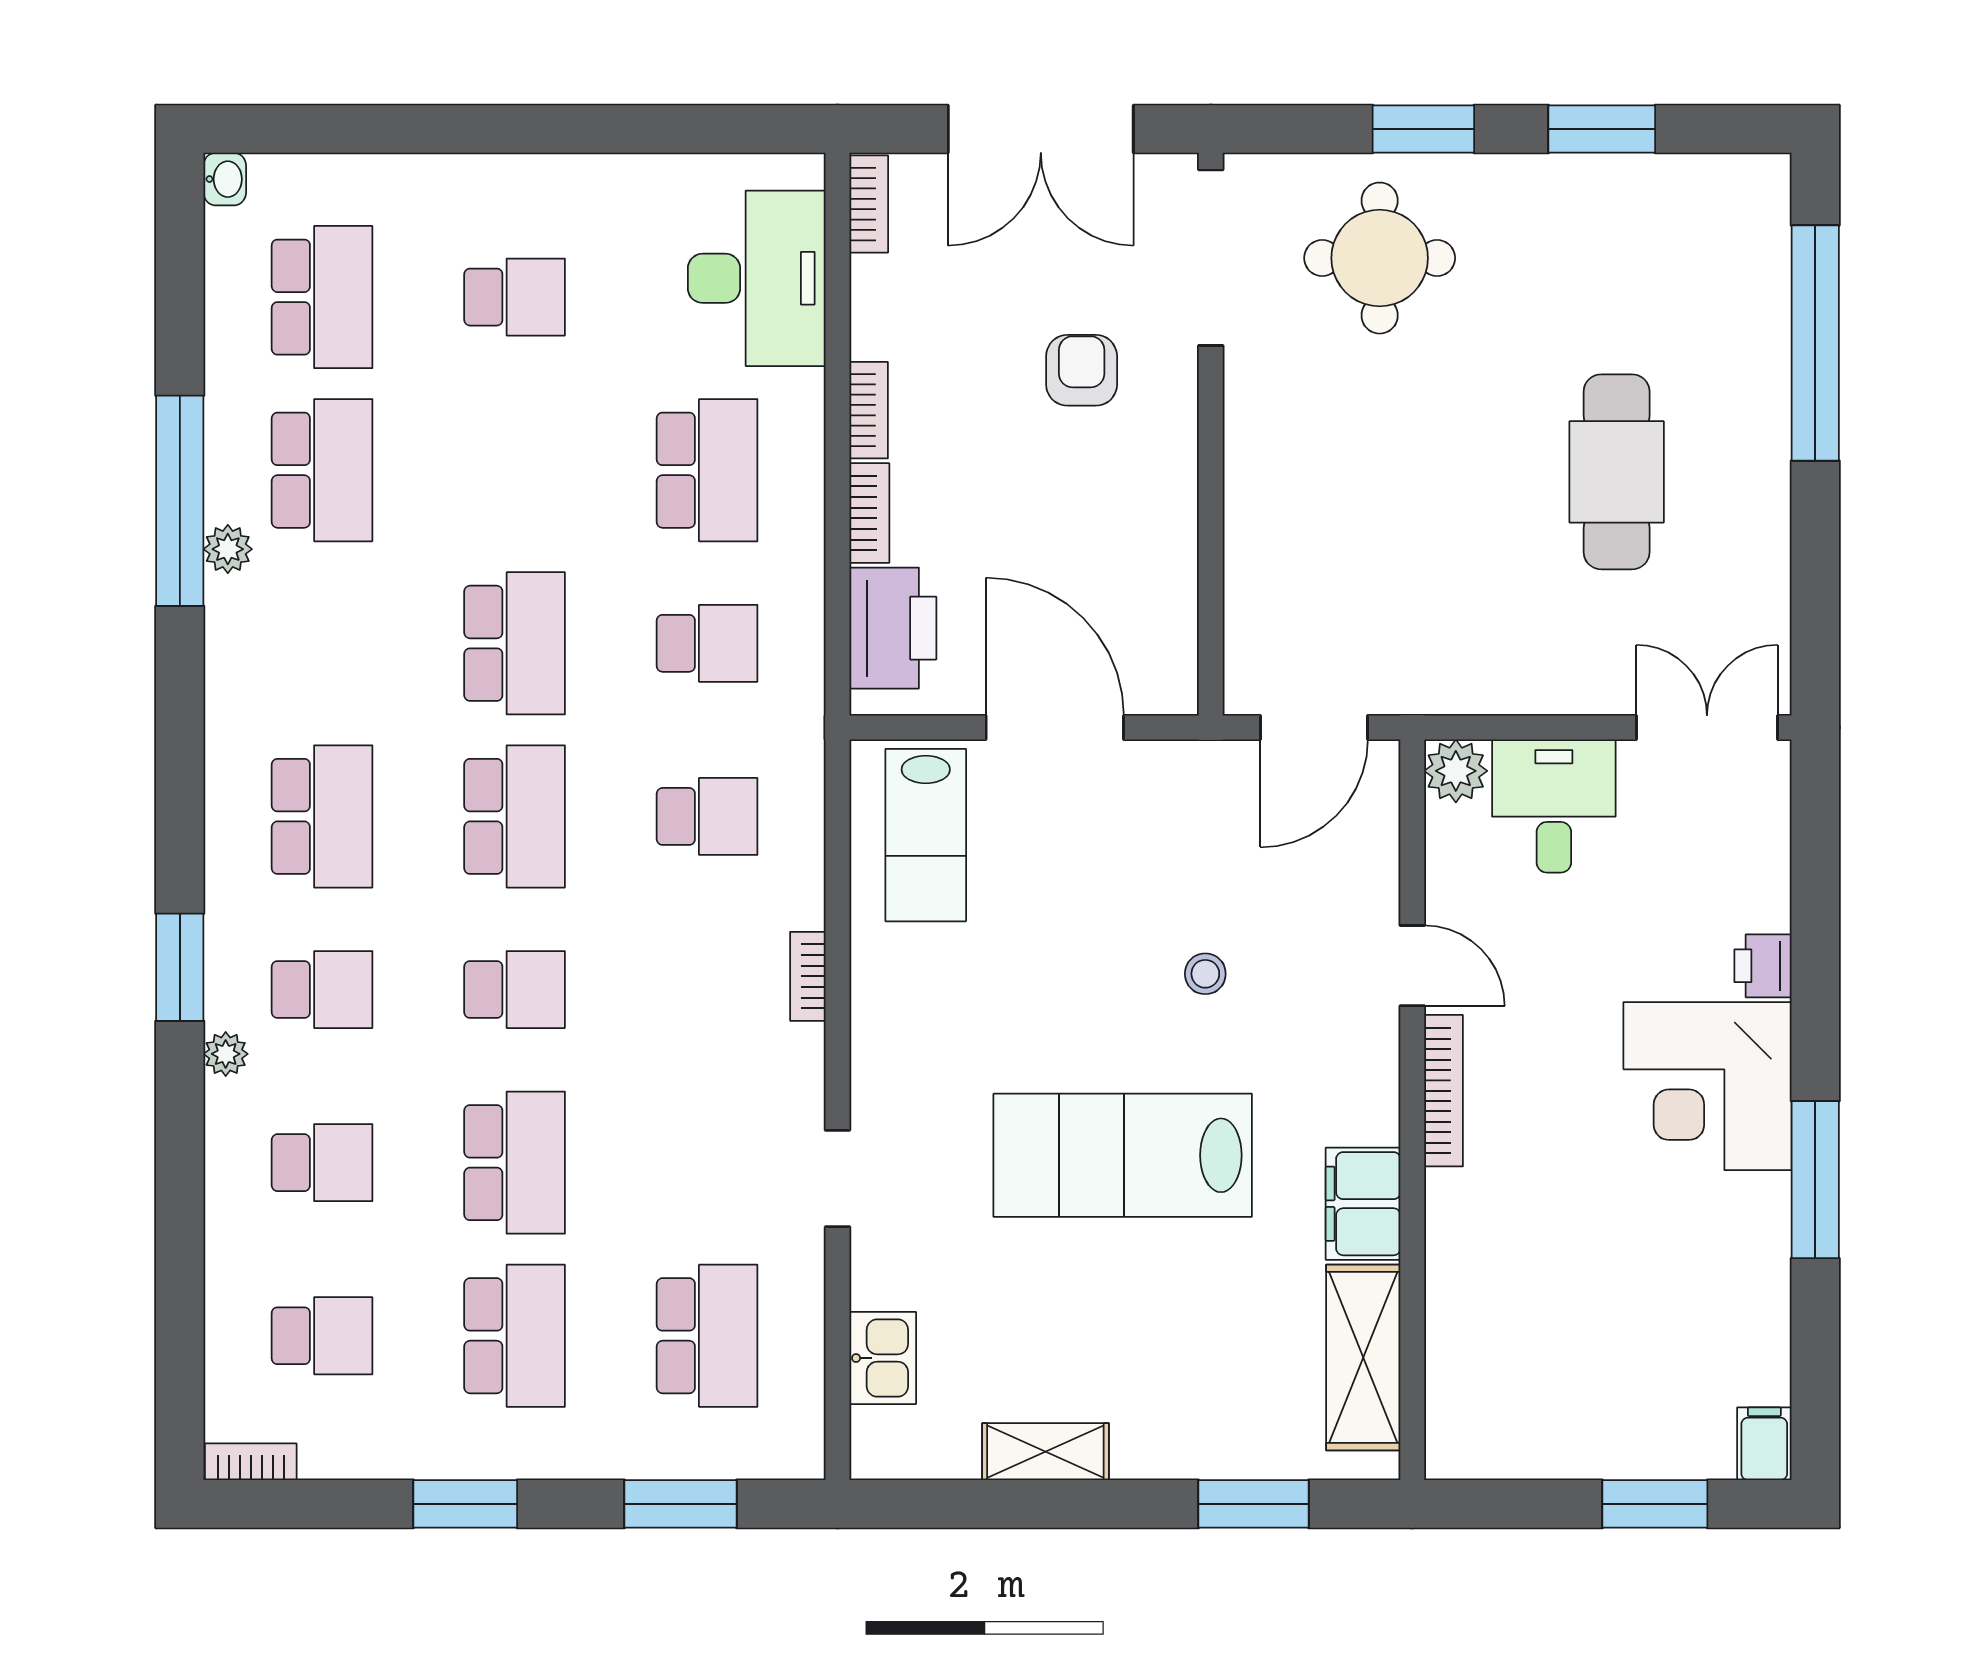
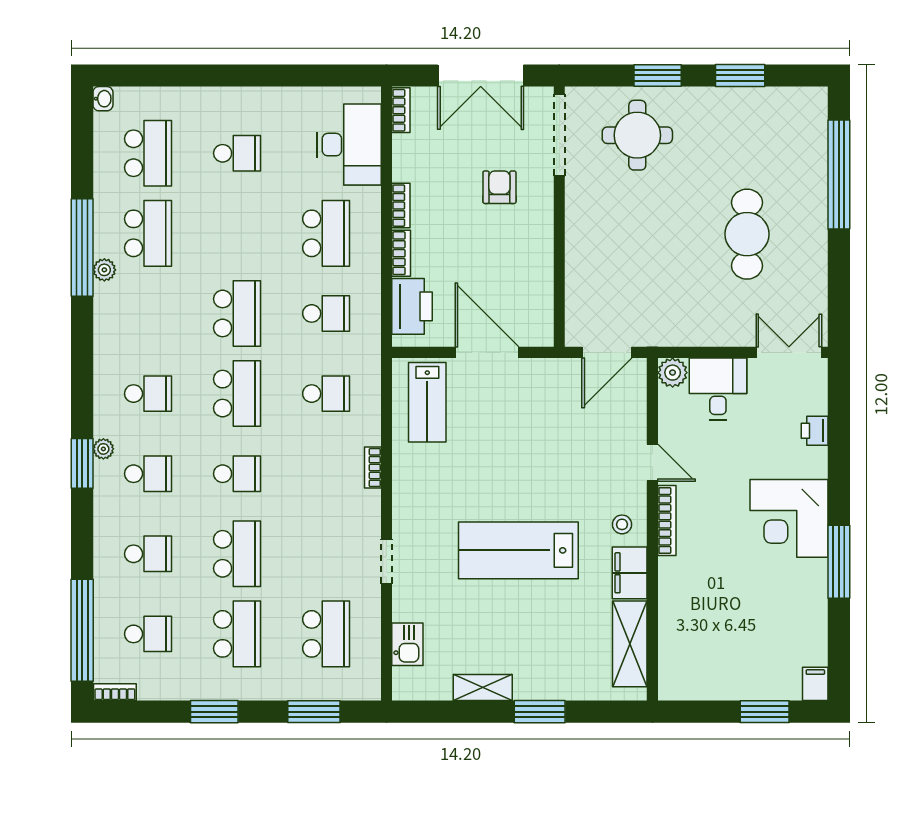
school desk: (322, 816) -> (148, 394), width x0.54
printer: (1763, 966) -> (815, 431), moved
stool: (1205, 974) -> (622, 524), moved
plant: (226, 1054) -> (103, 449), moved
window: (180, 1328) -> (82, 630), added
window: (1253, 1504) -> (540, 712), moved

